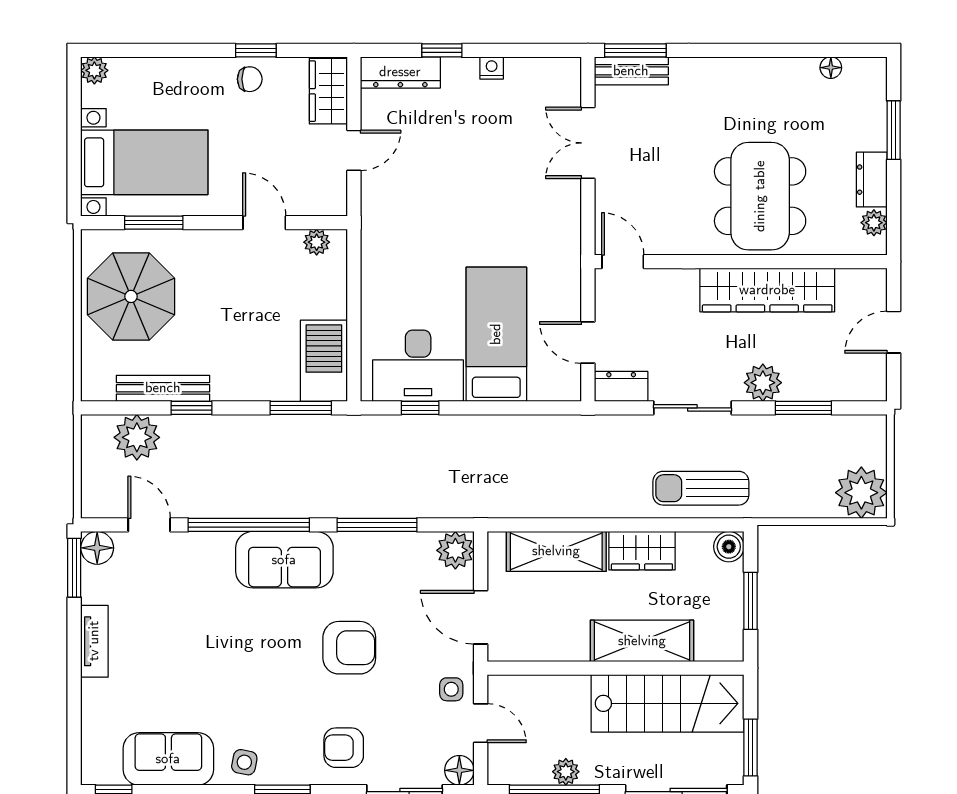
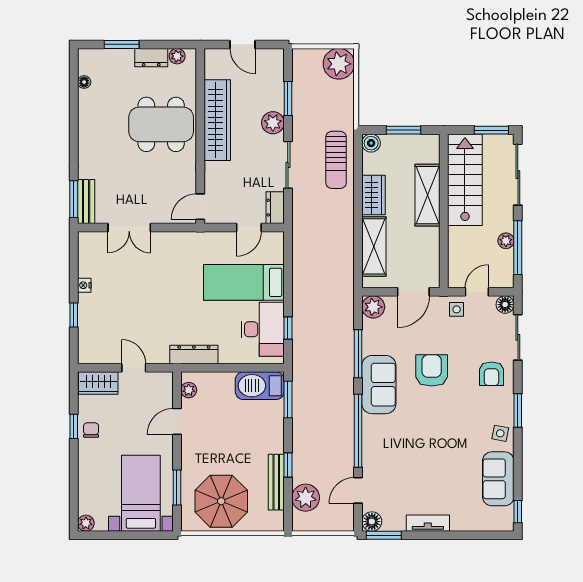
dresser: (400, 72) -> (194, 354), moved, turned -90
sofa: (284, 560) -> (379, 385), moved

